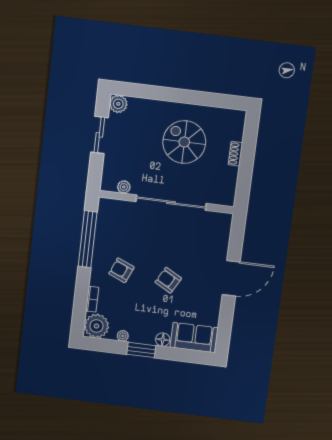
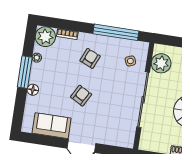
plant: (124, 187) -> (161, 63), width x1.88, depth x1.88
side table: (123, 220) -> (130, 61), added
sofa: (194, 338) -> (52, 126), moved, turned -90
window: (141, 350) -> (25, 72), width x1.44

